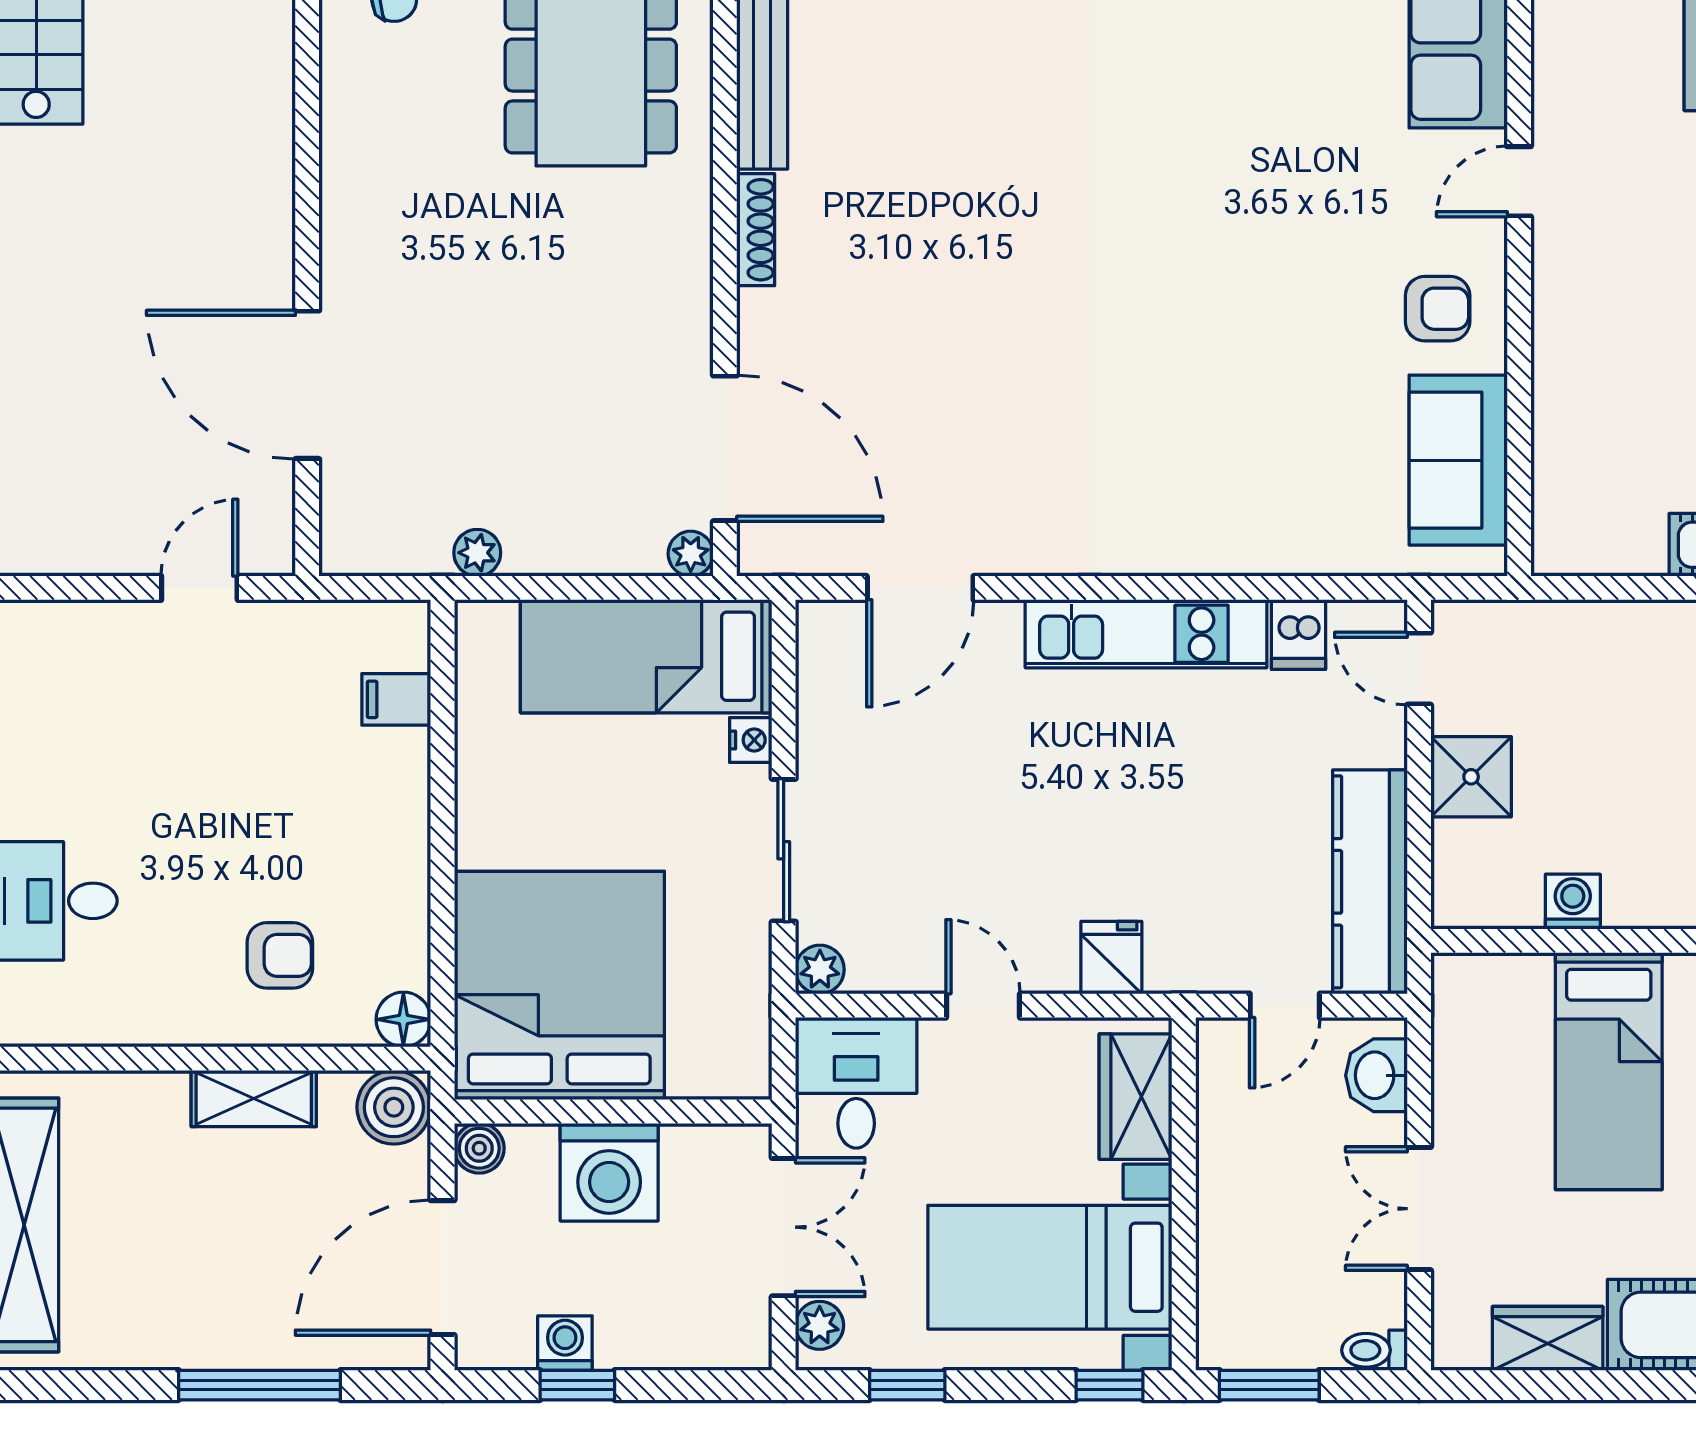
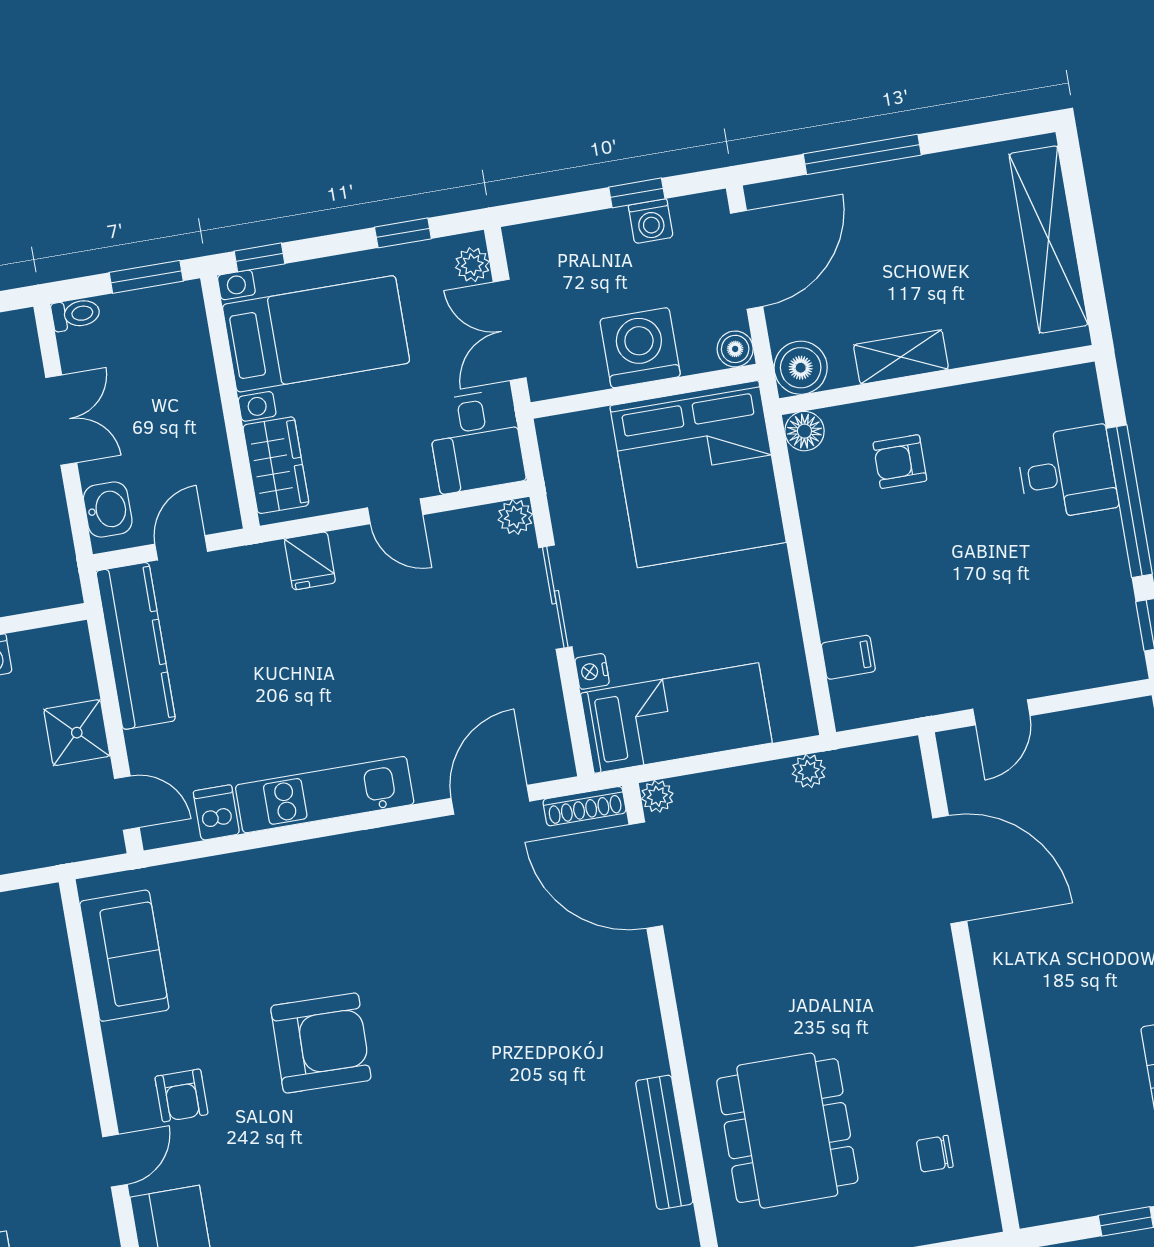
shoe rack: (756, 230) -> (585, 806), moved, turned -90
armchair: (1209, 294) -> (321, 1043), added
armchair: (1438, 309) -> (181, 1095), moved, turned -90

